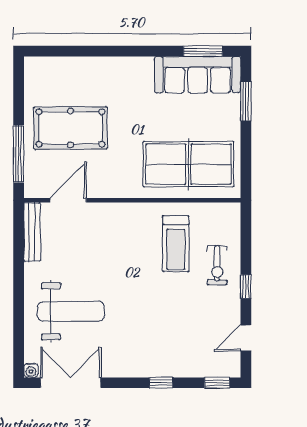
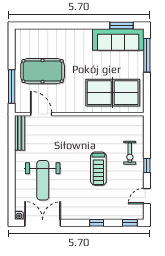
window: (246, 101) -> (147, 55), width x1.44
door: (68, 200) -> (41, 114), hinge flipped
treadmill: (176, 244) -> (98, 169), moved
weight bench: (71, 311) -> (43, 180), turned 90

